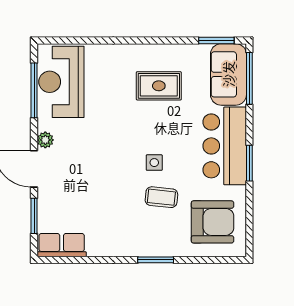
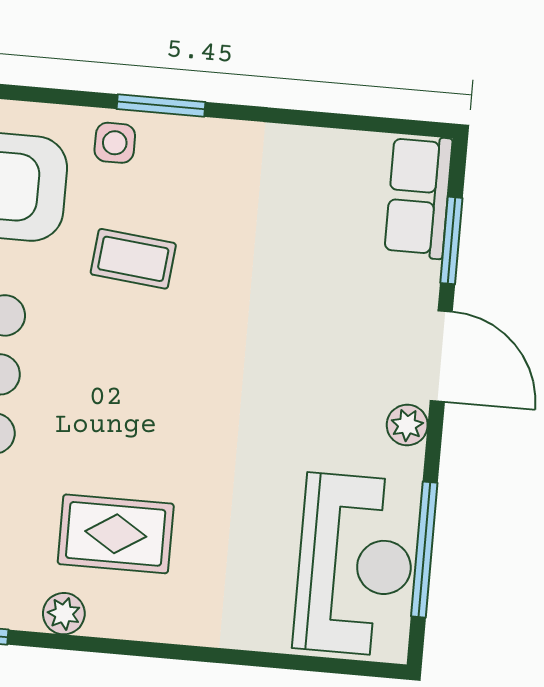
plant: (177, 52) -> (64, 614), added
side table: (154, 163) -> (115, 143), moved
row of seats: (62, 245) -> (418, 197), moved, turned 90

